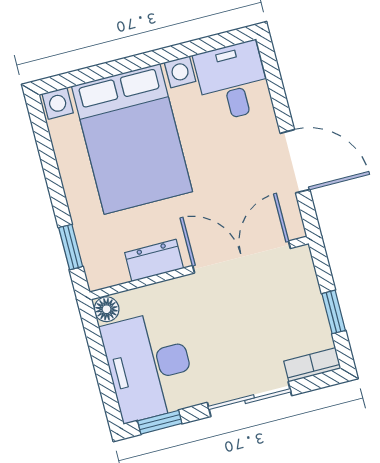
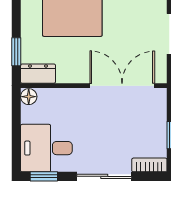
dresser: (154, 260) -> (38, 74), moved
desk: (149, 366) -> (46, 148), width x0.73

